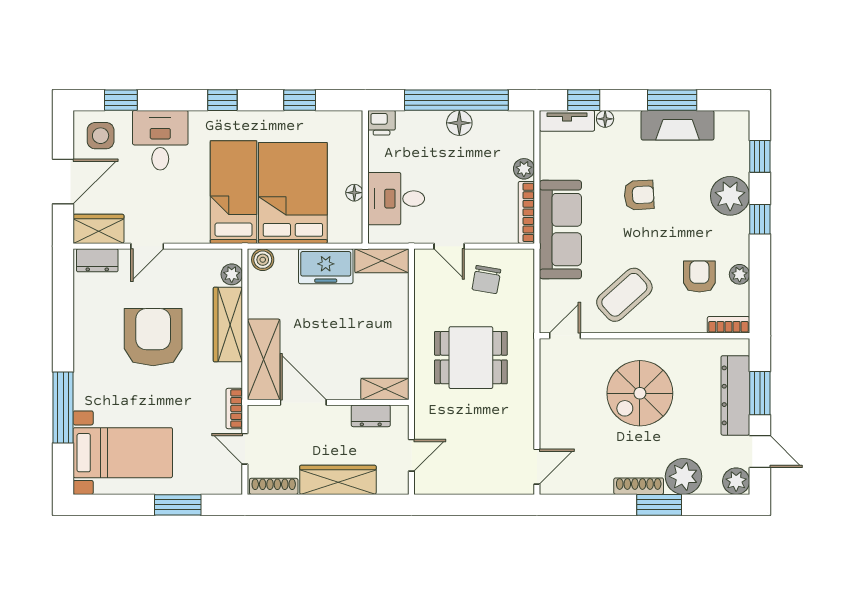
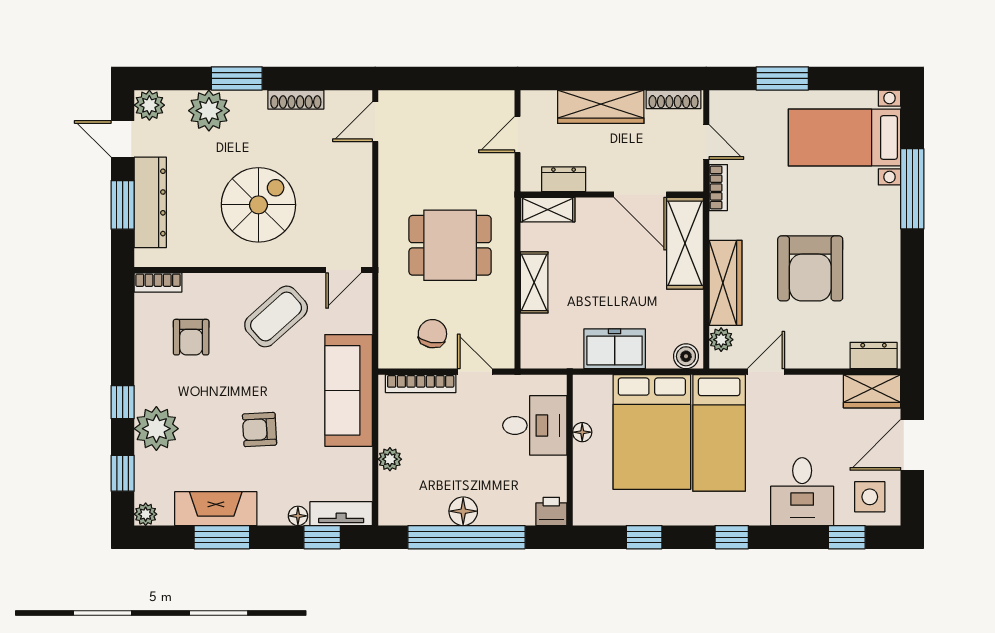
bookcase: (526, 212) -> (421, 384), moved, turned 90
door: (147, 246) -> (766, 372), moved
shelving: (382, 261) -> (534, 282), moved, turned 90
plant: (740, 274) -> (146, 514), moved
shoe rack: (639, 486) -> (296, 100), moved

